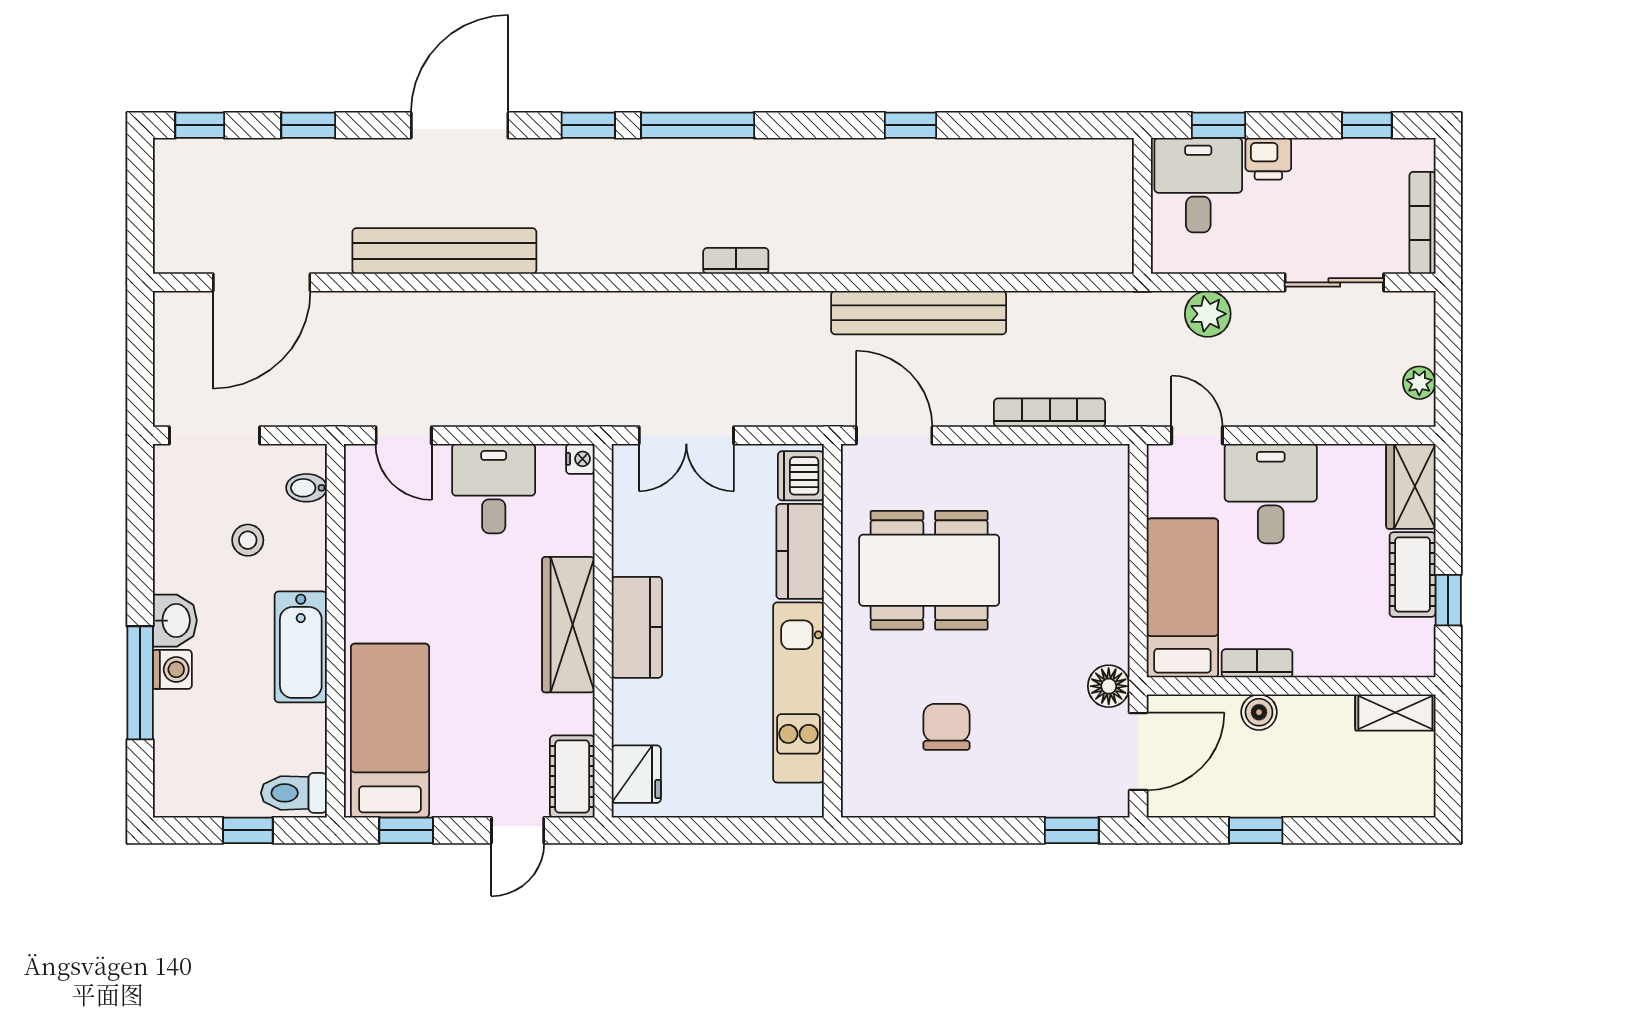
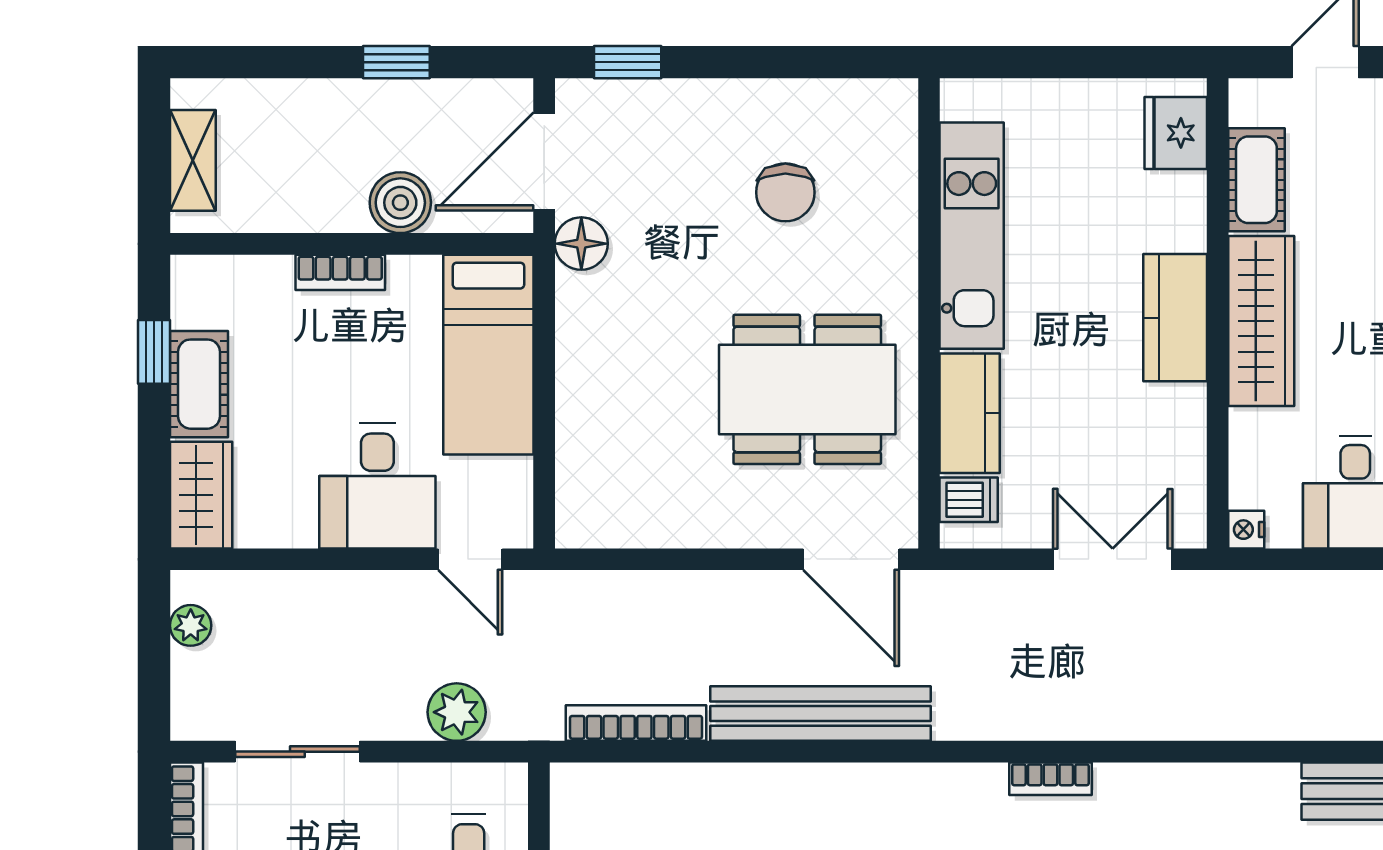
bookcase: (1050, 413) -> (636, 723), moved, turned 180
dishwasher: (801, 476) -> (969, 500), width x0.73
bookcase: (1257, 663) -> (340, 272), moved
boiler: (1259, 712) -> (400, 203), width x1.36, depth x1.36
shelving: (1395, 712) -> (193, 160), moved, turned 90
cot: (572, 776) -> (1256, 180), moved

